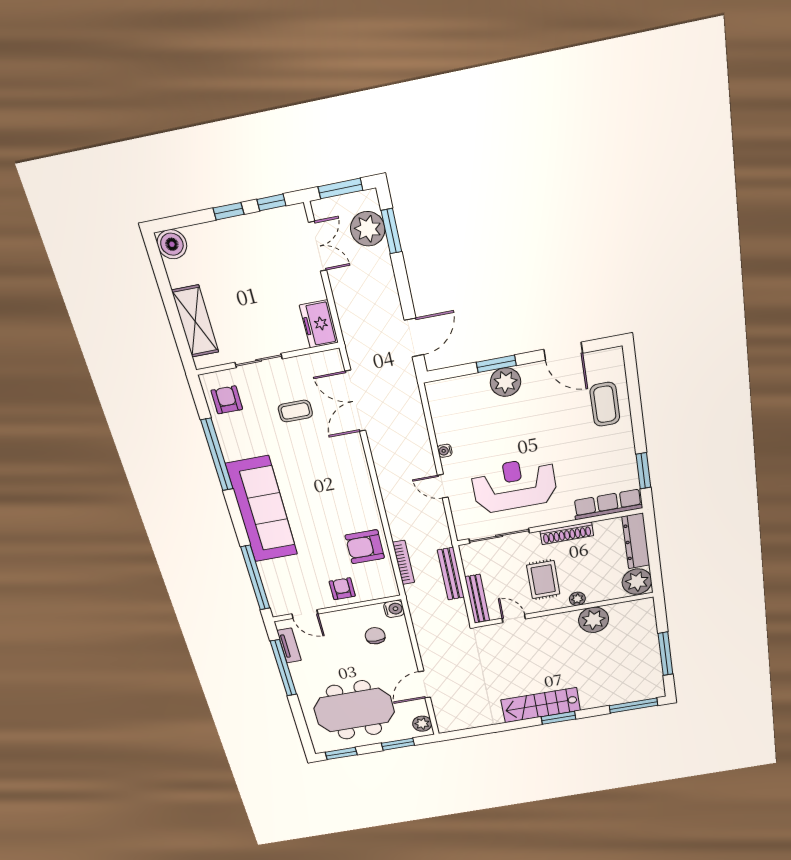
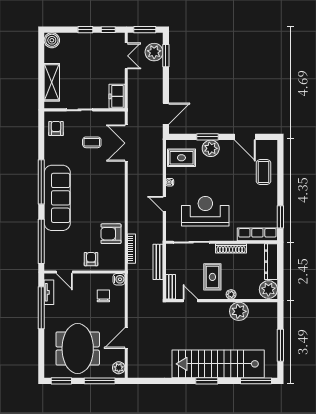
rug: (457, 407) -> (181, 158), added
window: (217, 455) -> (41, 182), moved
bench: (477, 599) -> (171, 287), width x0.73
stairs: (541, 705) -> (218, 364), width x1.86, depth x1.51
meeting table: (354, 710) -> (78, 348), turned 90
window: (398, 744) -> (100, 381), width x1.44

